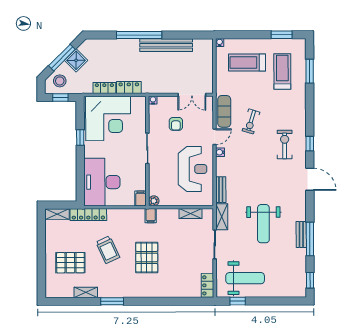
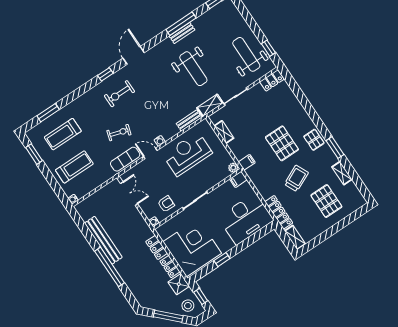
shower: (76, 60) -> (179, 284), moved, turned 45
treadmill: (247, 63) -> (74, 167), turned -90
armchair: (176, 124) -> (166, 204), moved
weight bench: (263, 224) -> (193, 69), turned 90
pallet: (147, 257) -> (282, 143), turned 90
pallet: (131, 287) -> (314, 140), added

